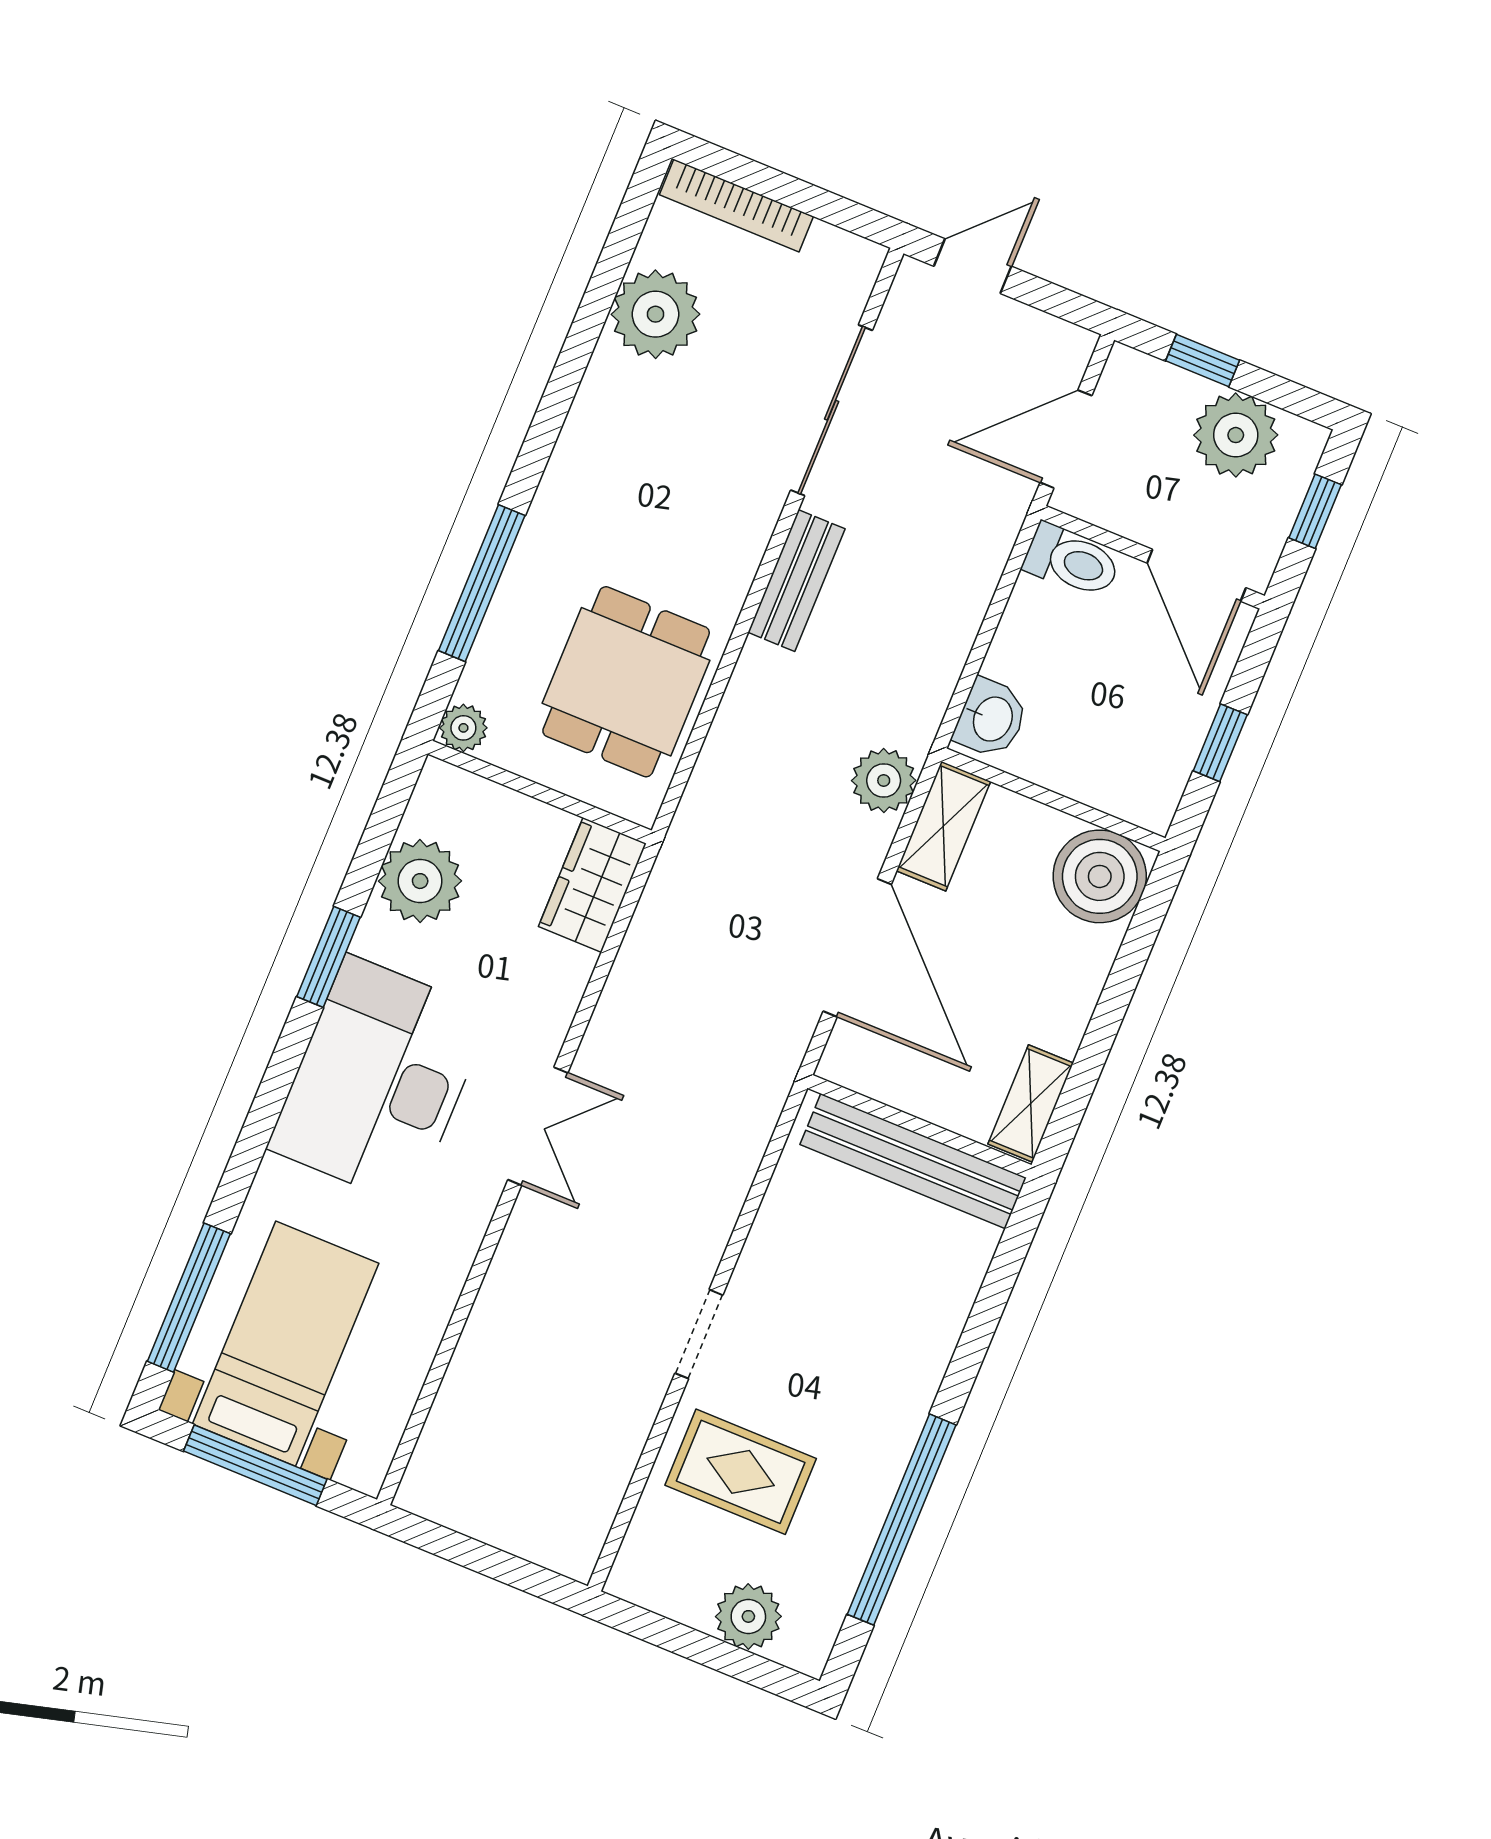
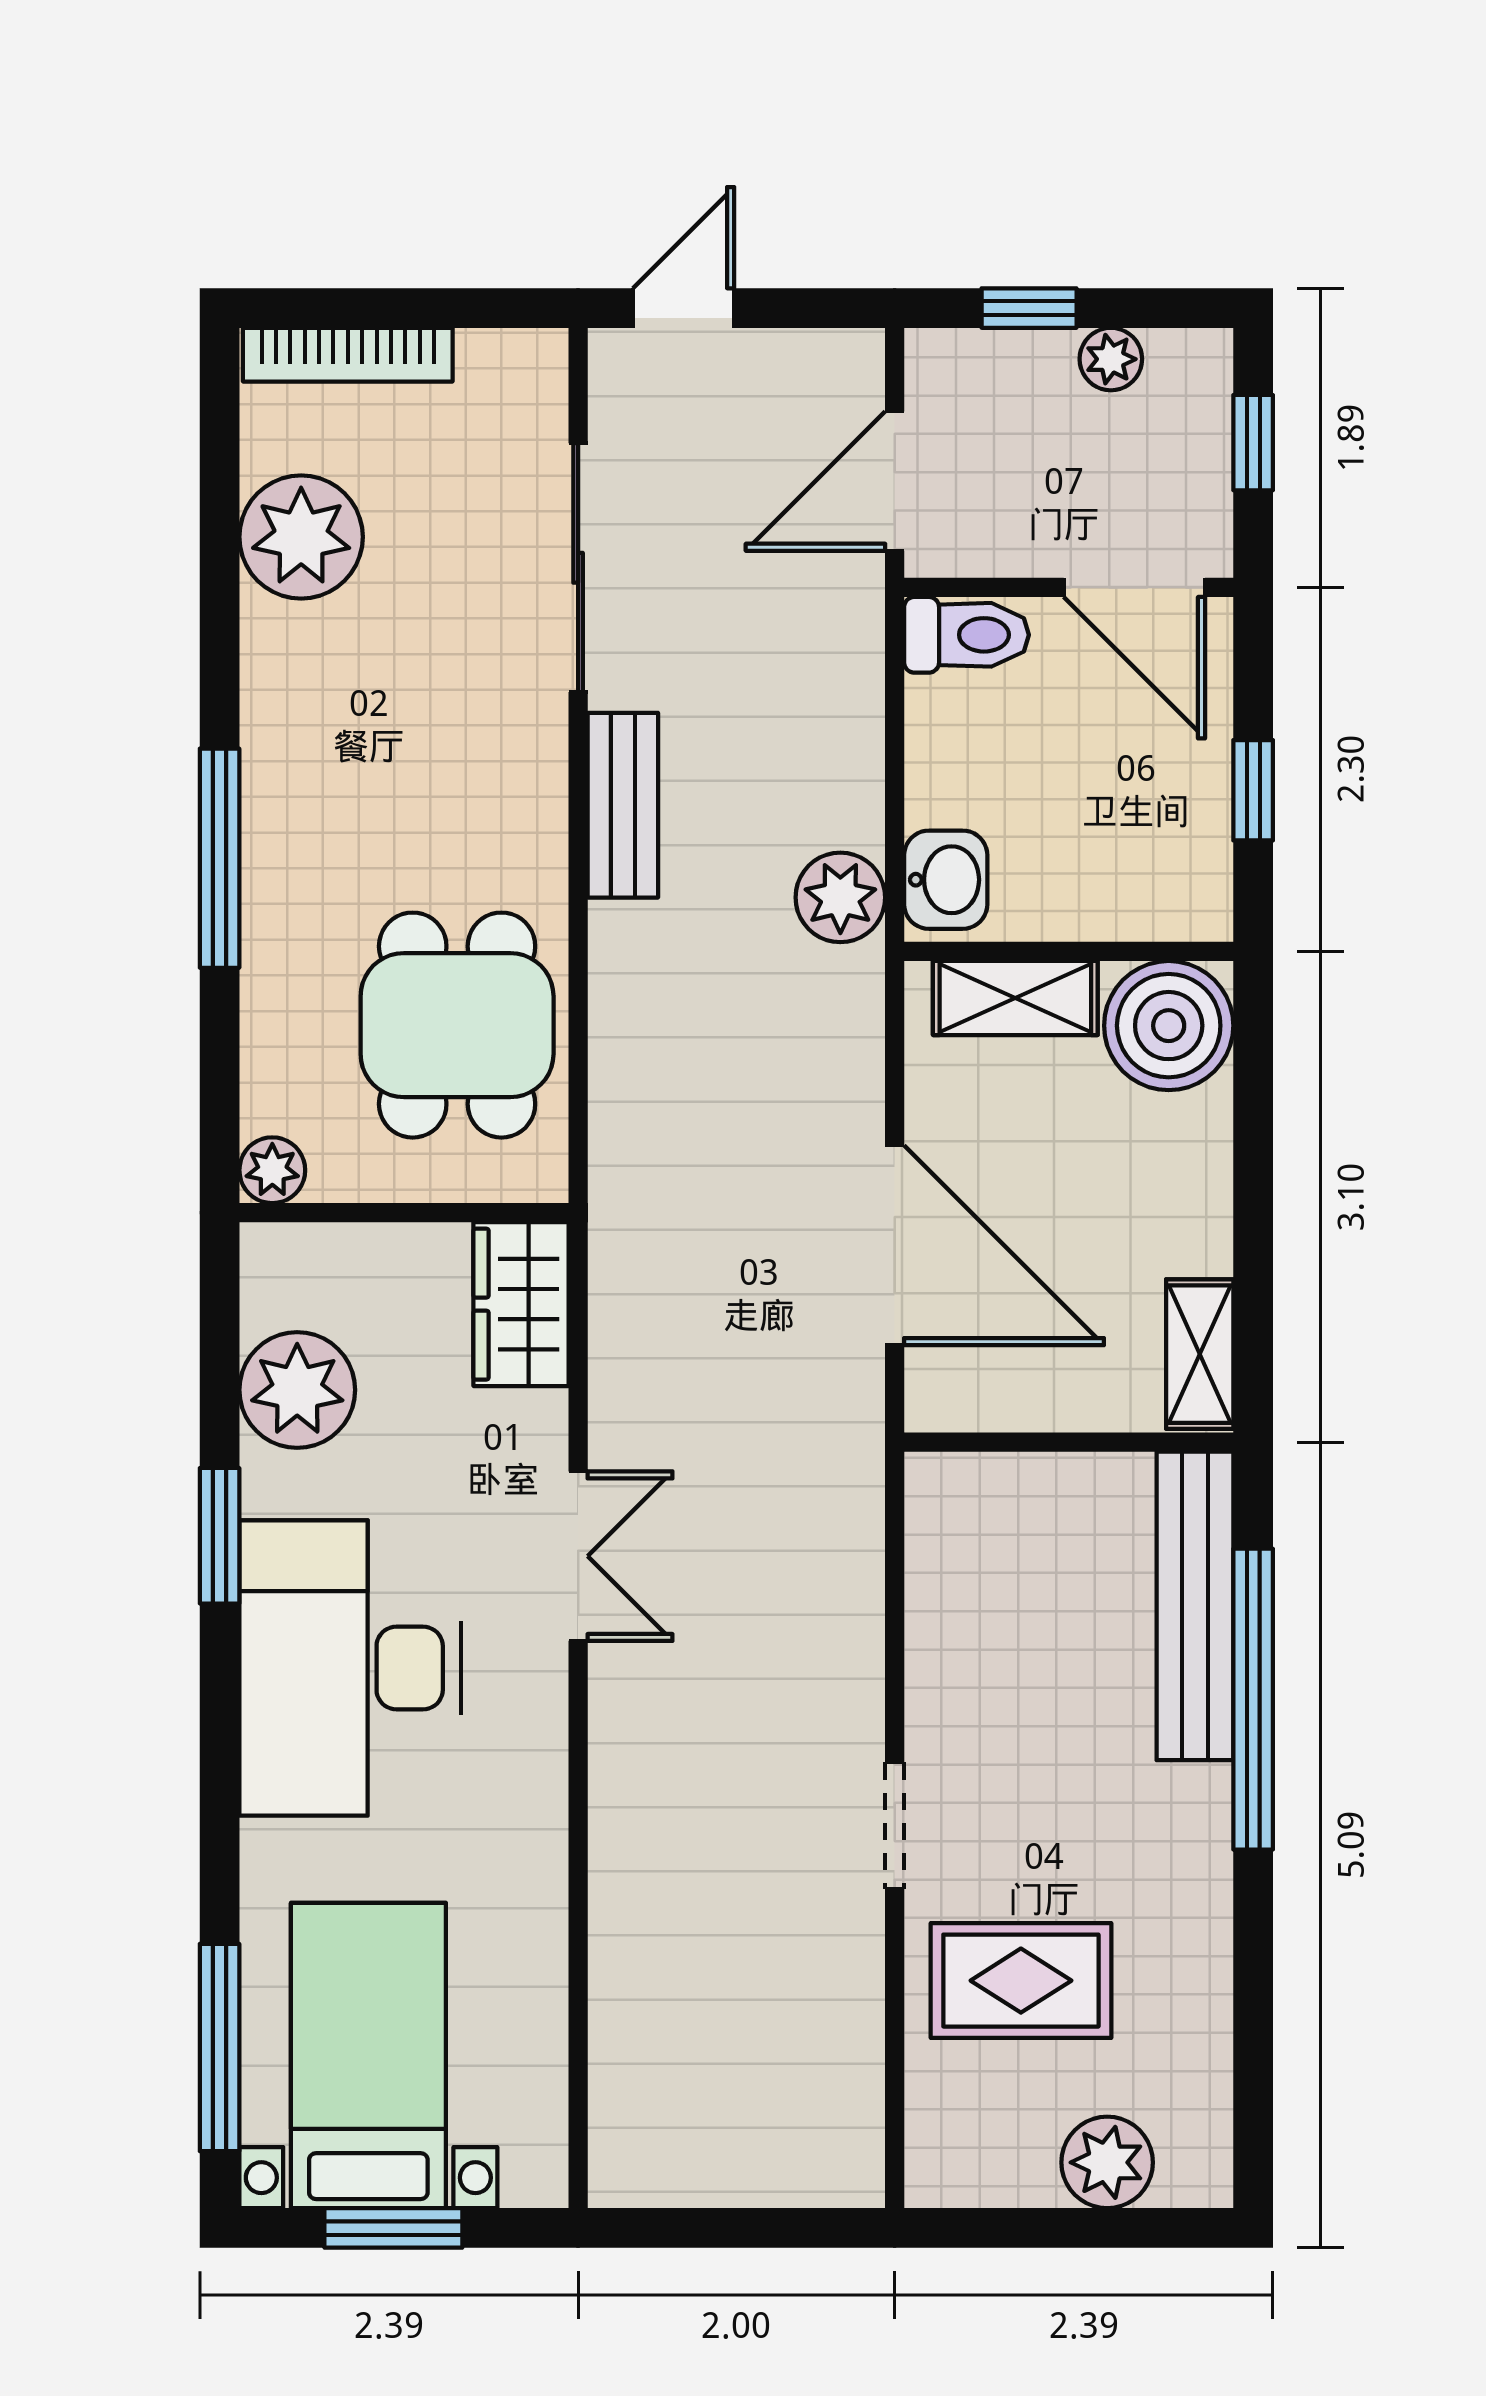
plant: (1236, 435) -> (1111, 359), width x0.53, depth x0.53
window: (482, 583) -> (220, 858), moved
plant: (884, 780) -> (840, 897), moved
shelving: (943, 826) -> (1015, 998), moved, turned 90
double door: (538, 1126) -> (578, 1556), moved
bench: (913, 1161) -> (1195, 1606), moved, turned 90
window: (255, 1465) -> (393, 2228), width x0.69
window: (902, 1520) -> (1253, 1699), moved

